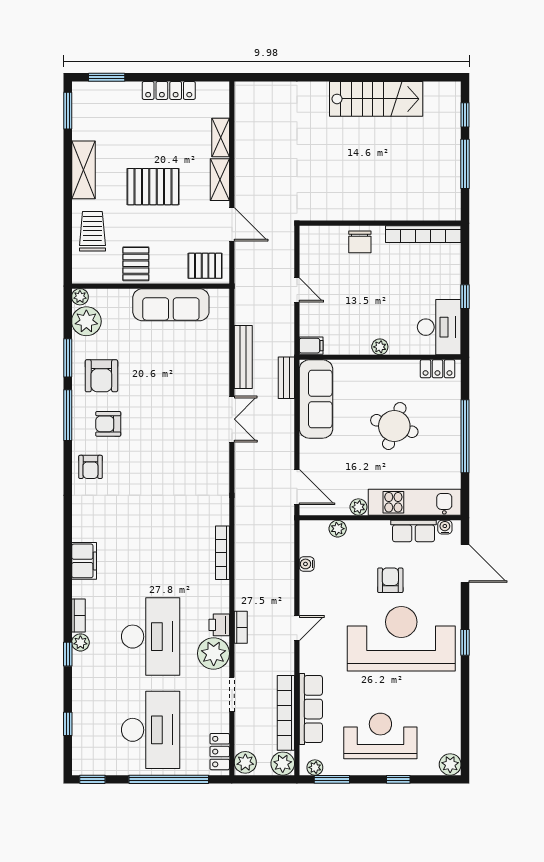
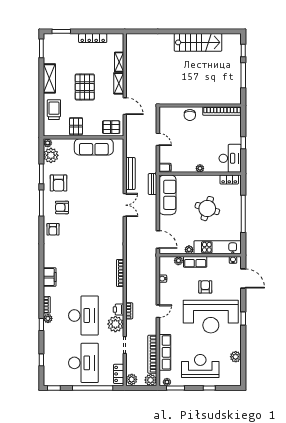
pallet: (153, 187) -> (85, 87), turned 90
row of seats: (414, 531) -> (195, 262), moved
reception desk: (401, 639) -> (211, 317), turned 180
plant: (450, 764) -> (236, 357), moved

